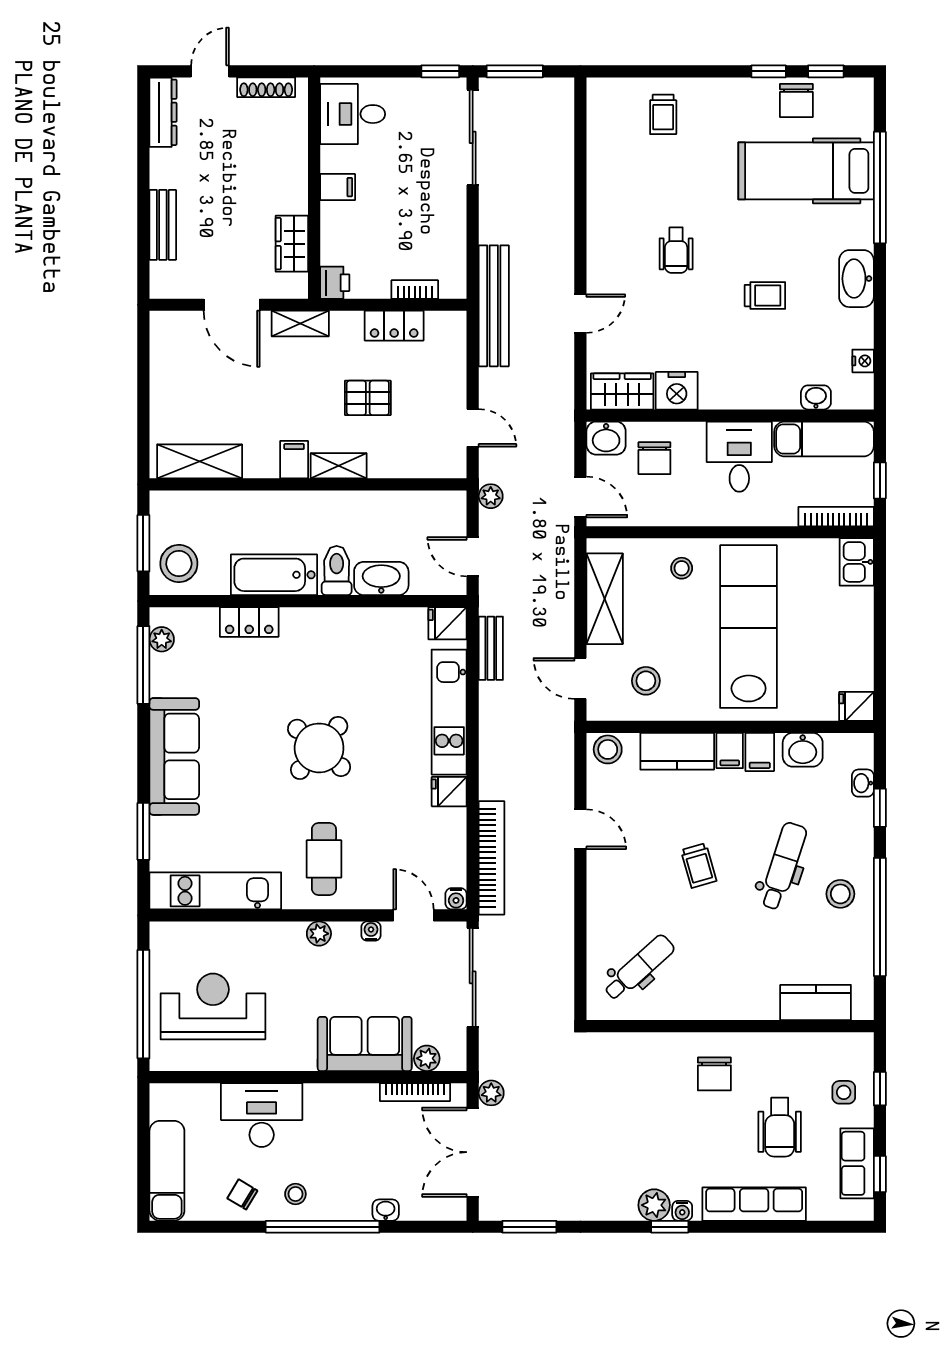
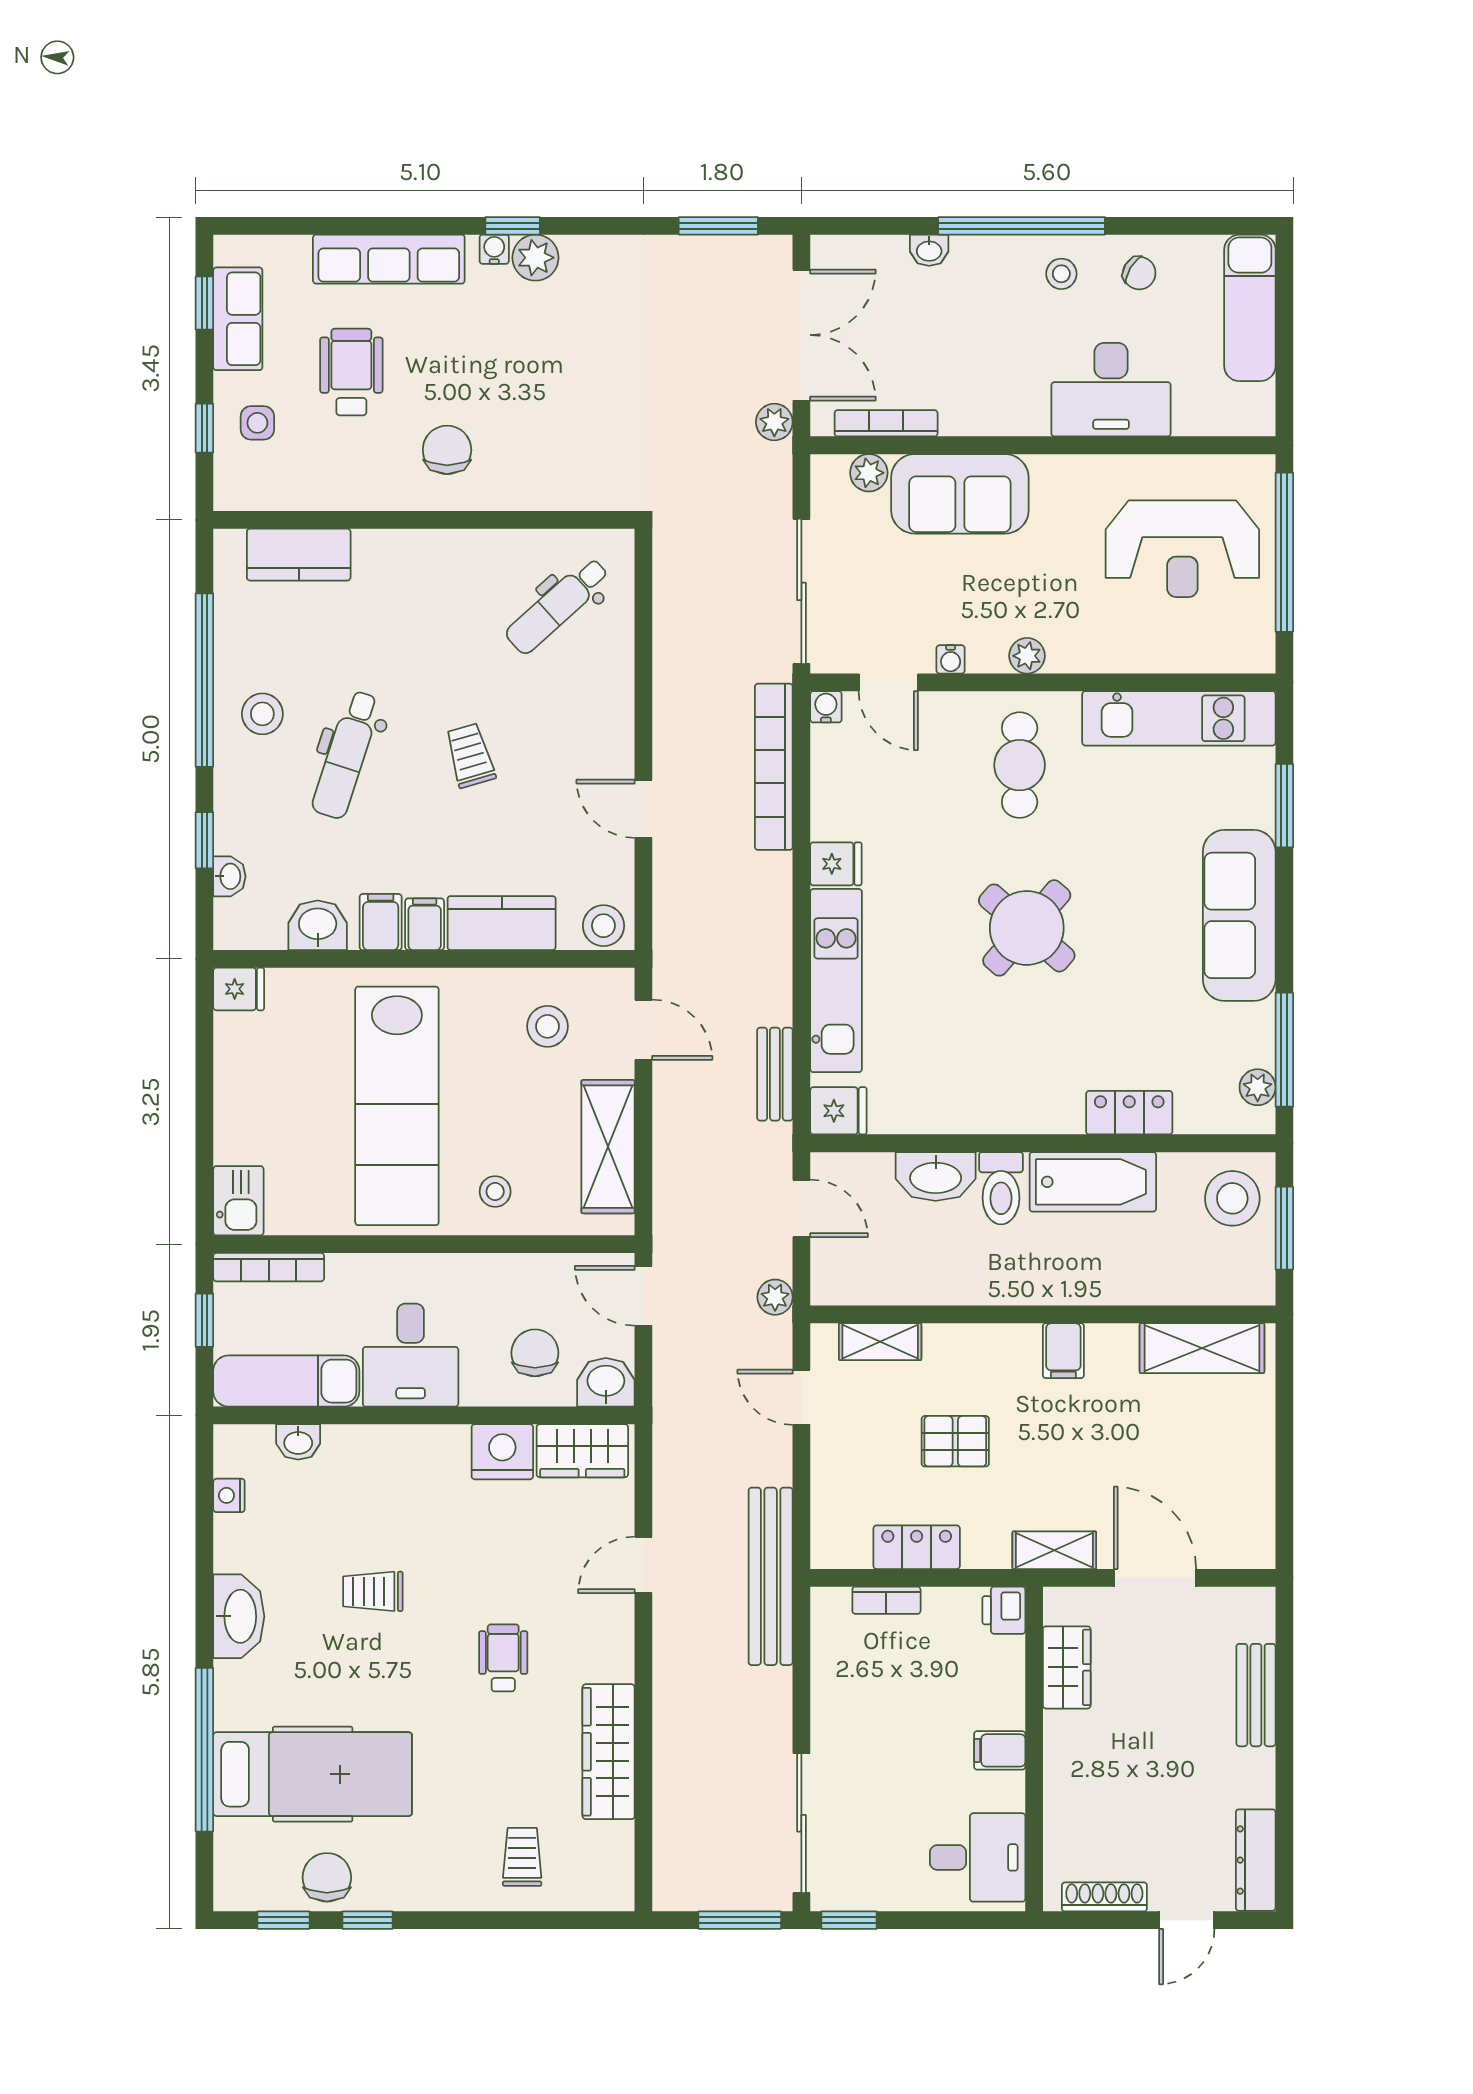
wardrobe: (604, 186) -> (609, 1752), added
shelving: (339, 466) -> (880, 1342), moved

